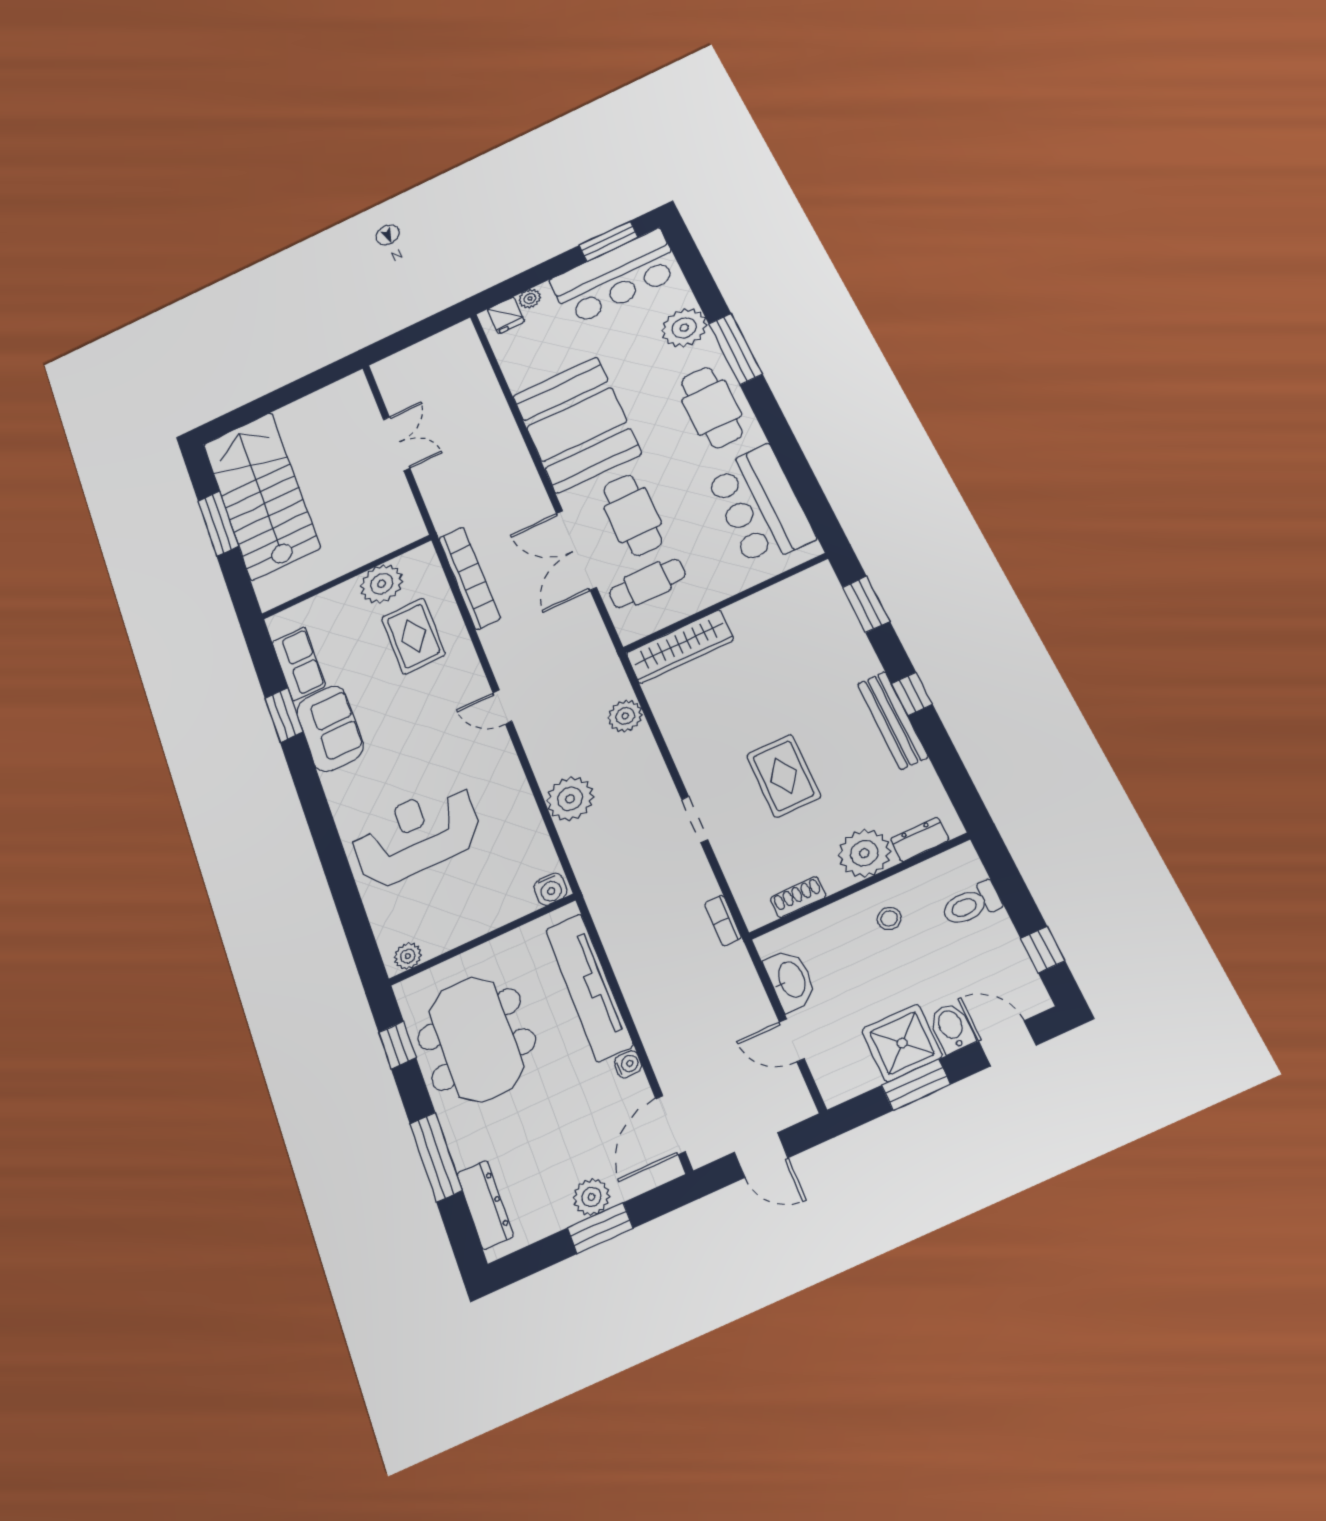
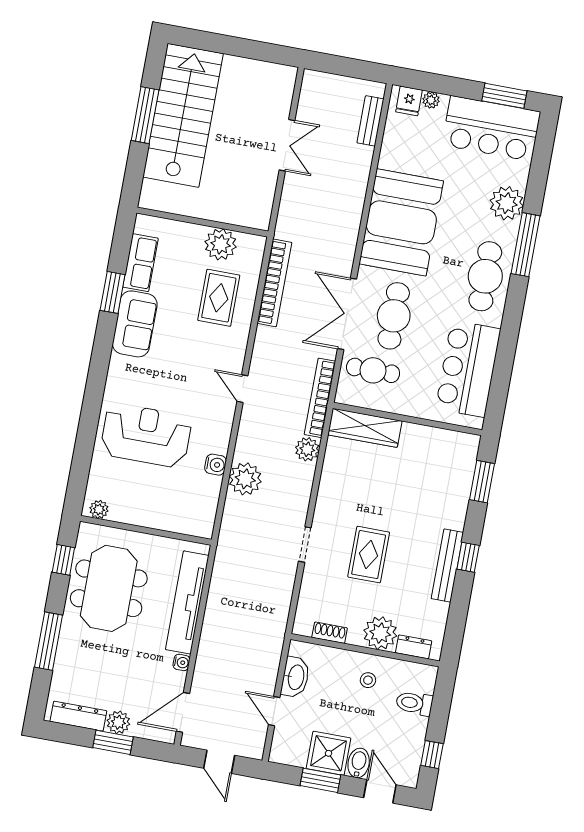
bench: (475, 361) -> (370, 121), added
water cooler: (550, 889) -> (216, 465), moved, turned -90
bookcase: (723, 920) -> (320, 398), moved, width x2.31, depth x1.31
dresser: (485, 1205) -> (78, 716), moved, turned -90

